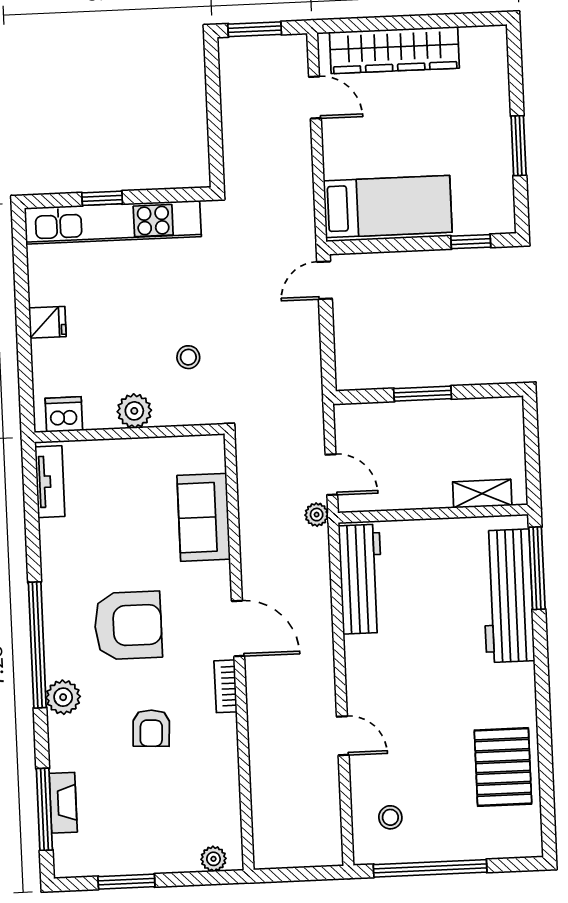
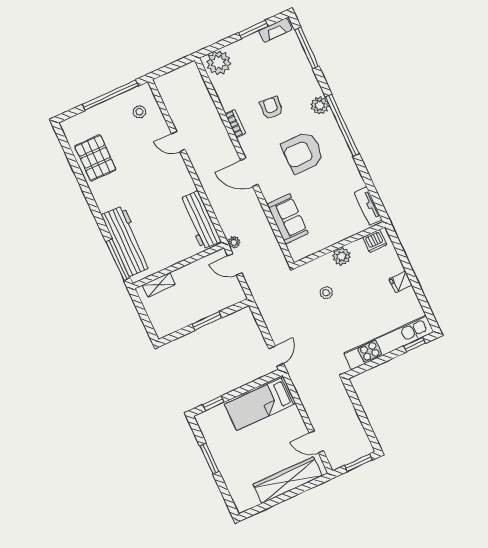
window: (102, 198) -> (415, 345), moved
bookcase: (226, 686) -> (235, 123), moved
fireplace: (63, 803) -> (275, 30), moved, turned -90
plant: (213, 859) -> (219, 63), width x1.87, depth x1.87

